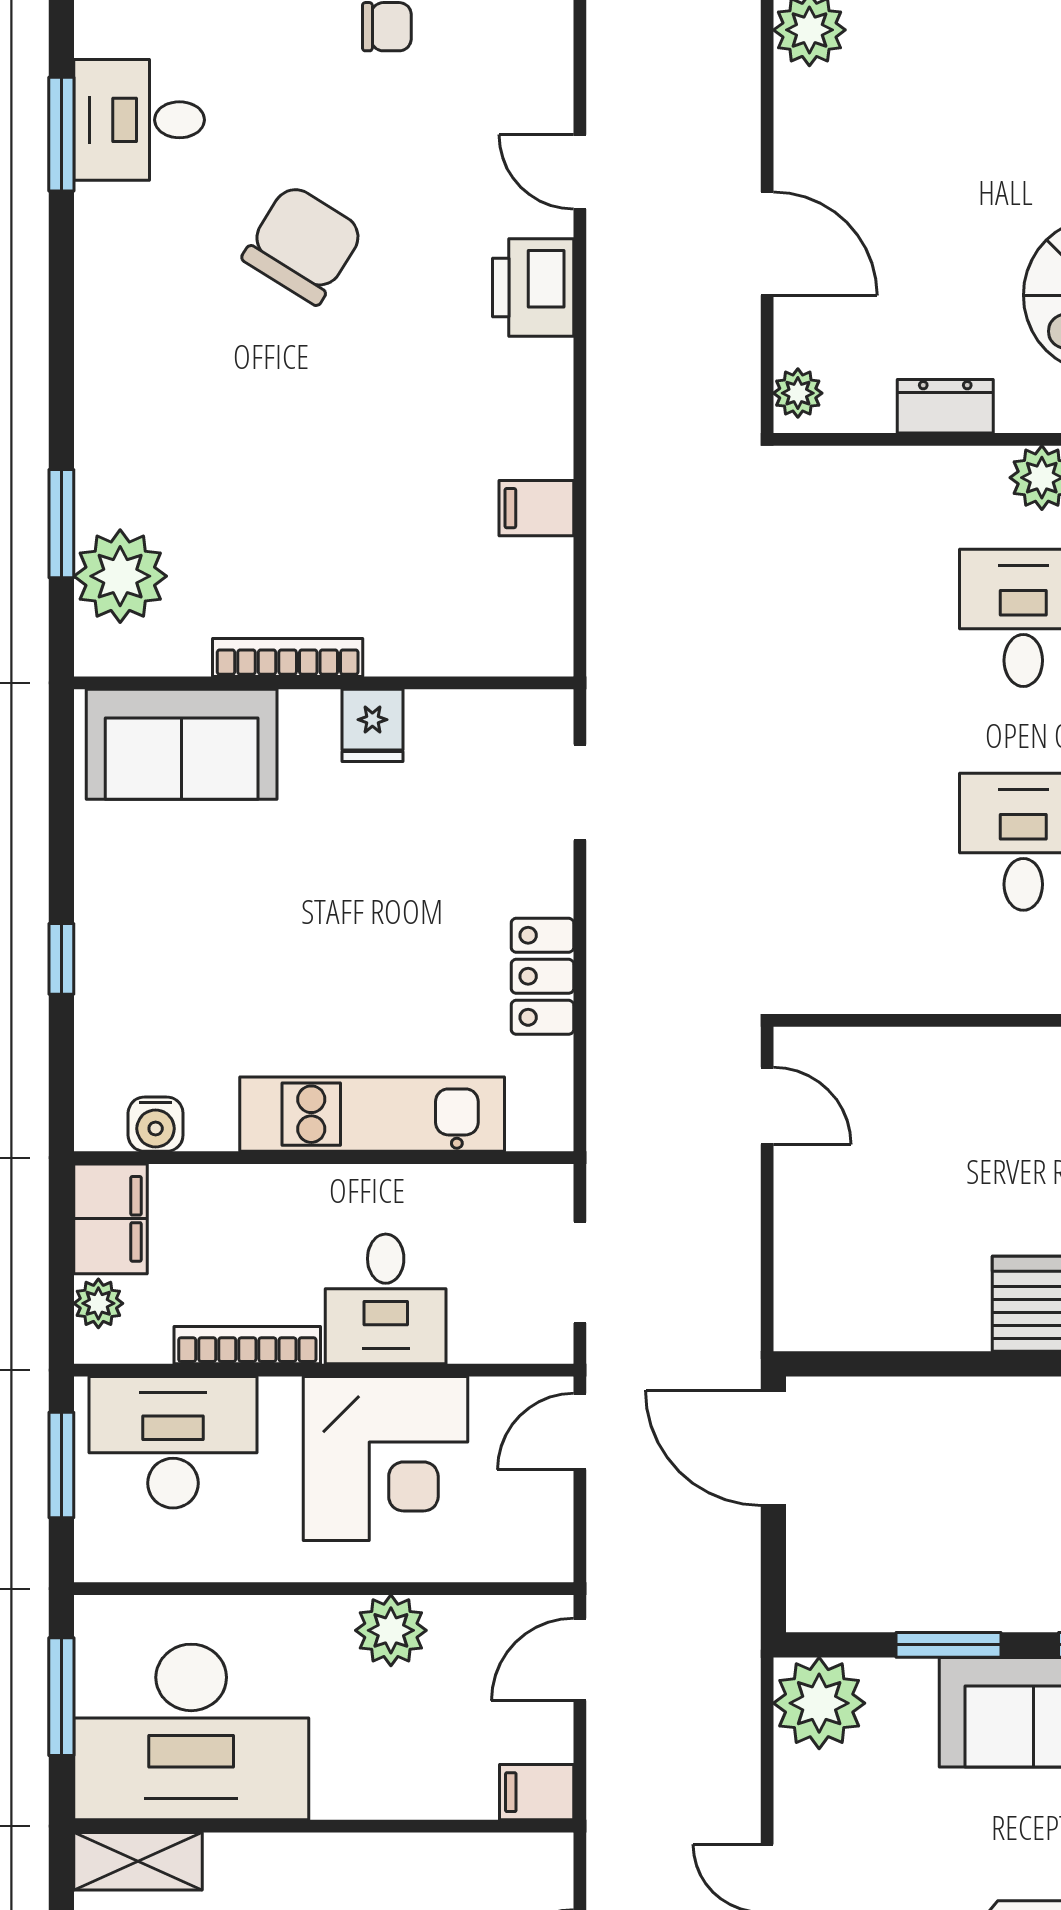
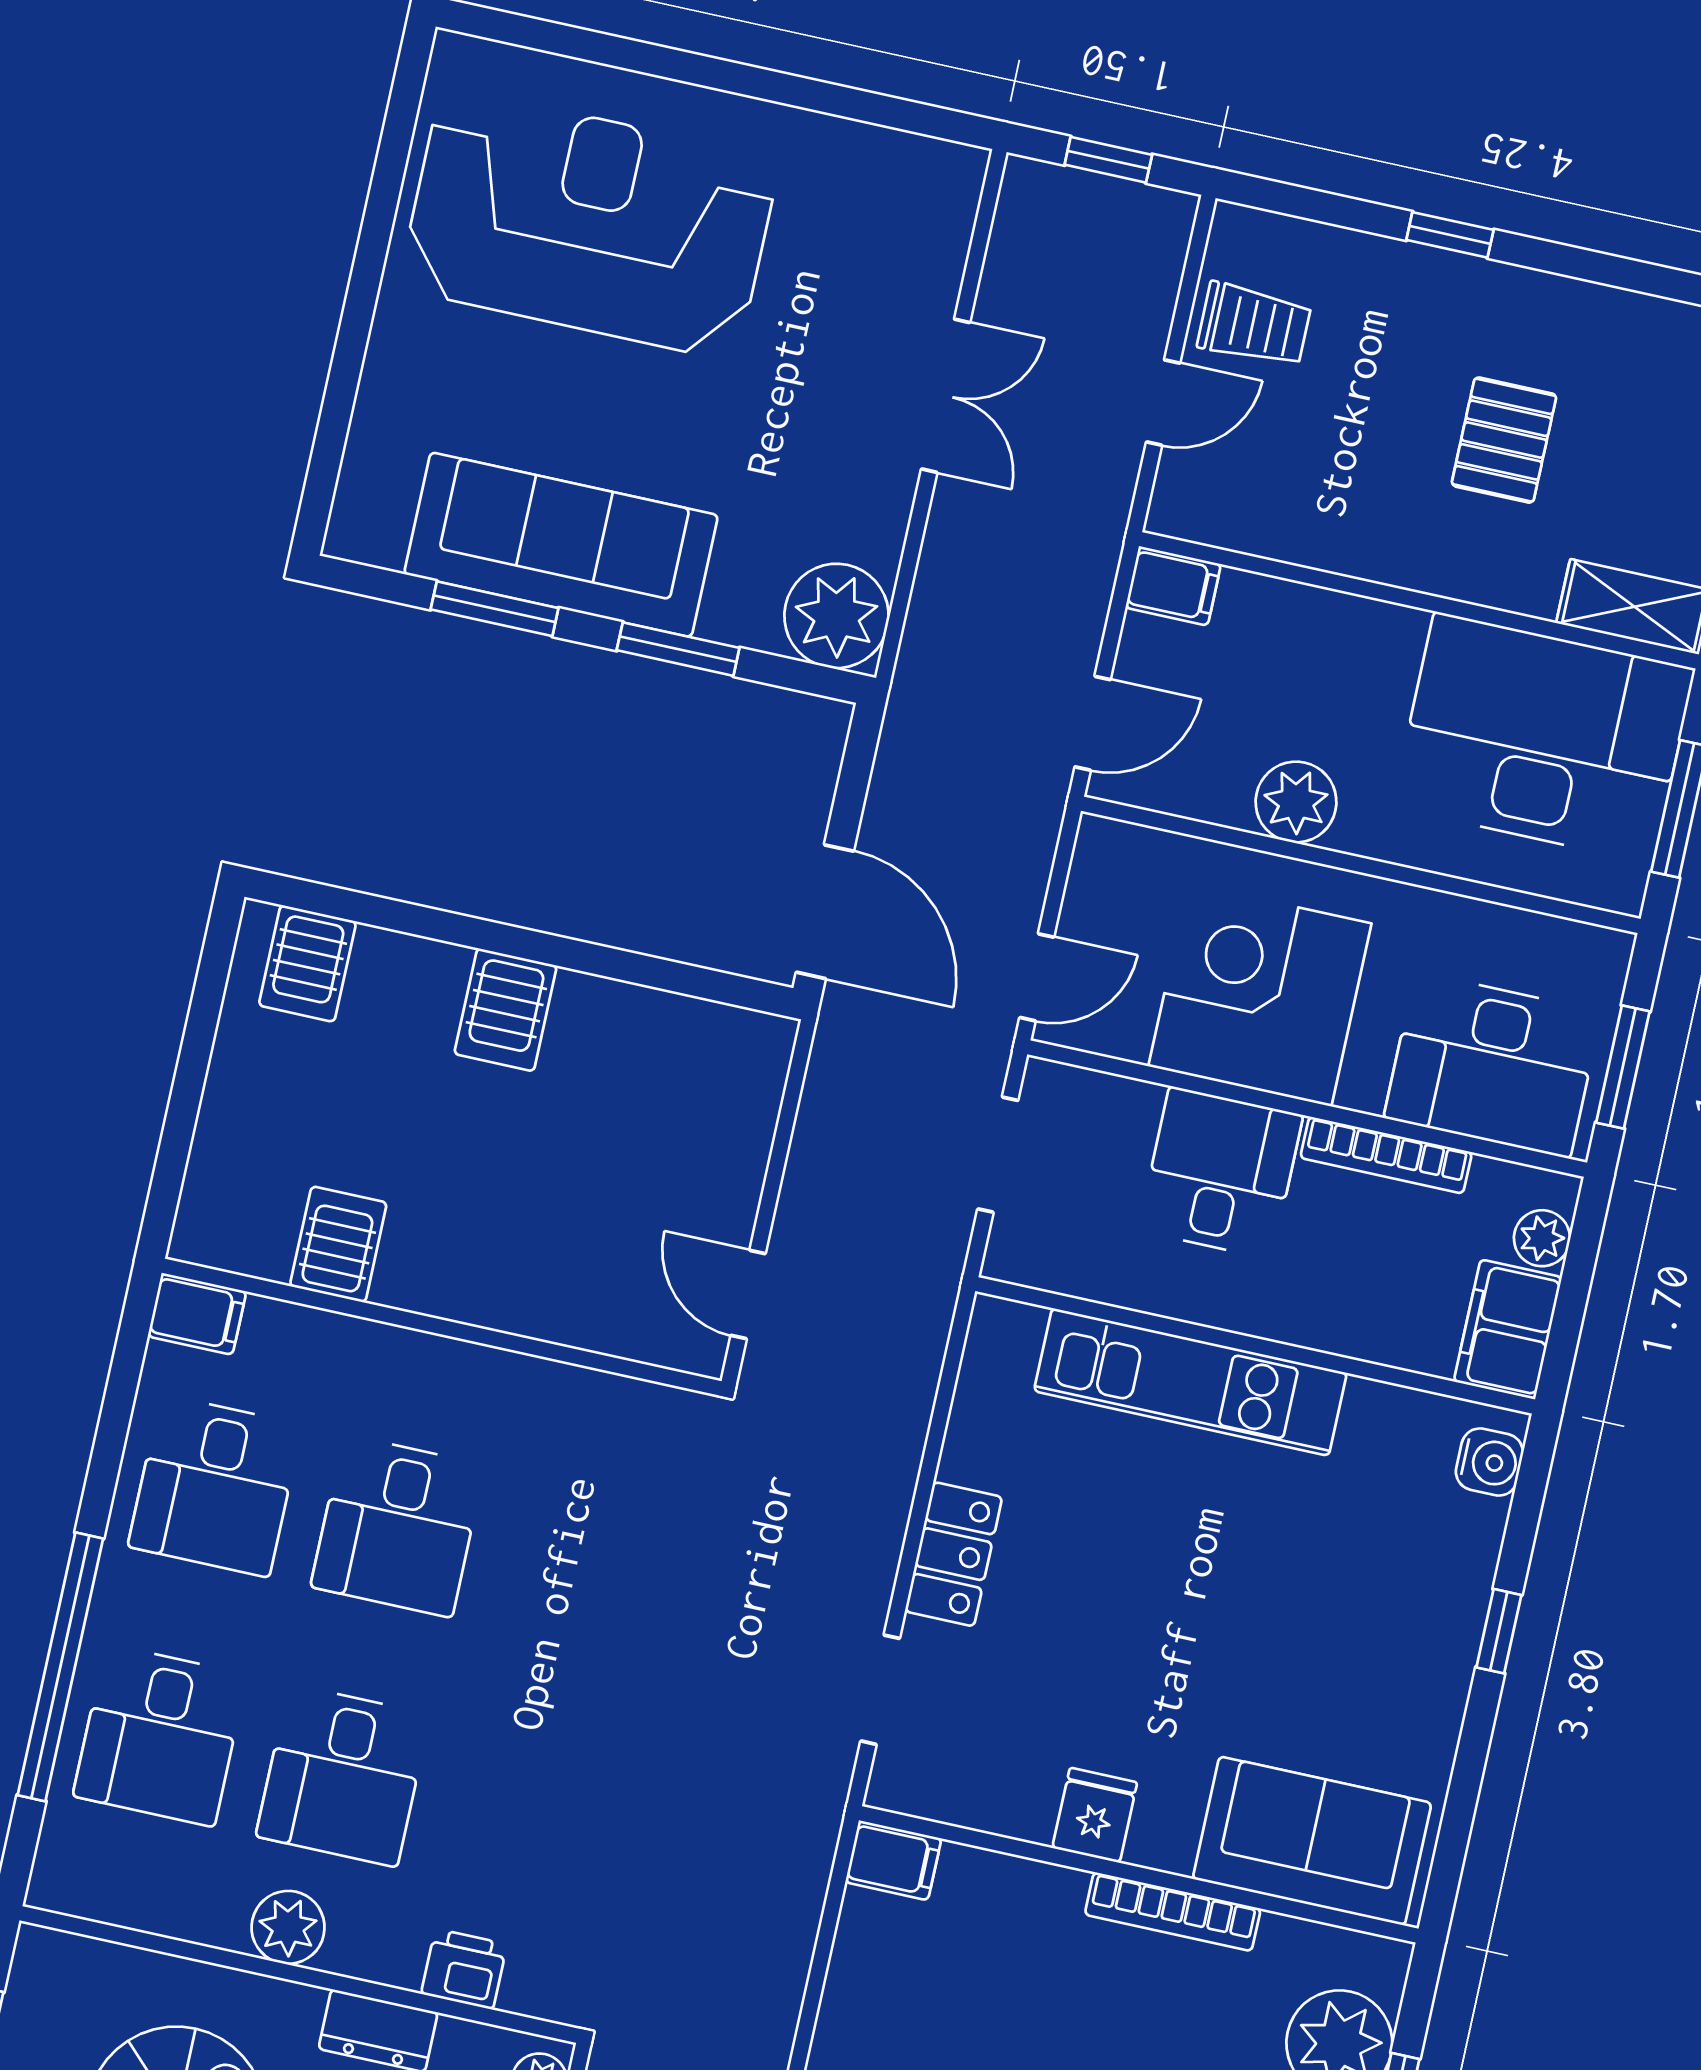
printer: (883, 475) -> (464, 1969), added
filing cabinet: (536, 508) -> (893, 1860), moved
locker: (542, 976) -> (954, 1554), moved
water cooler: (156, 1124) -> (1489, 1462), moved, turned 90

